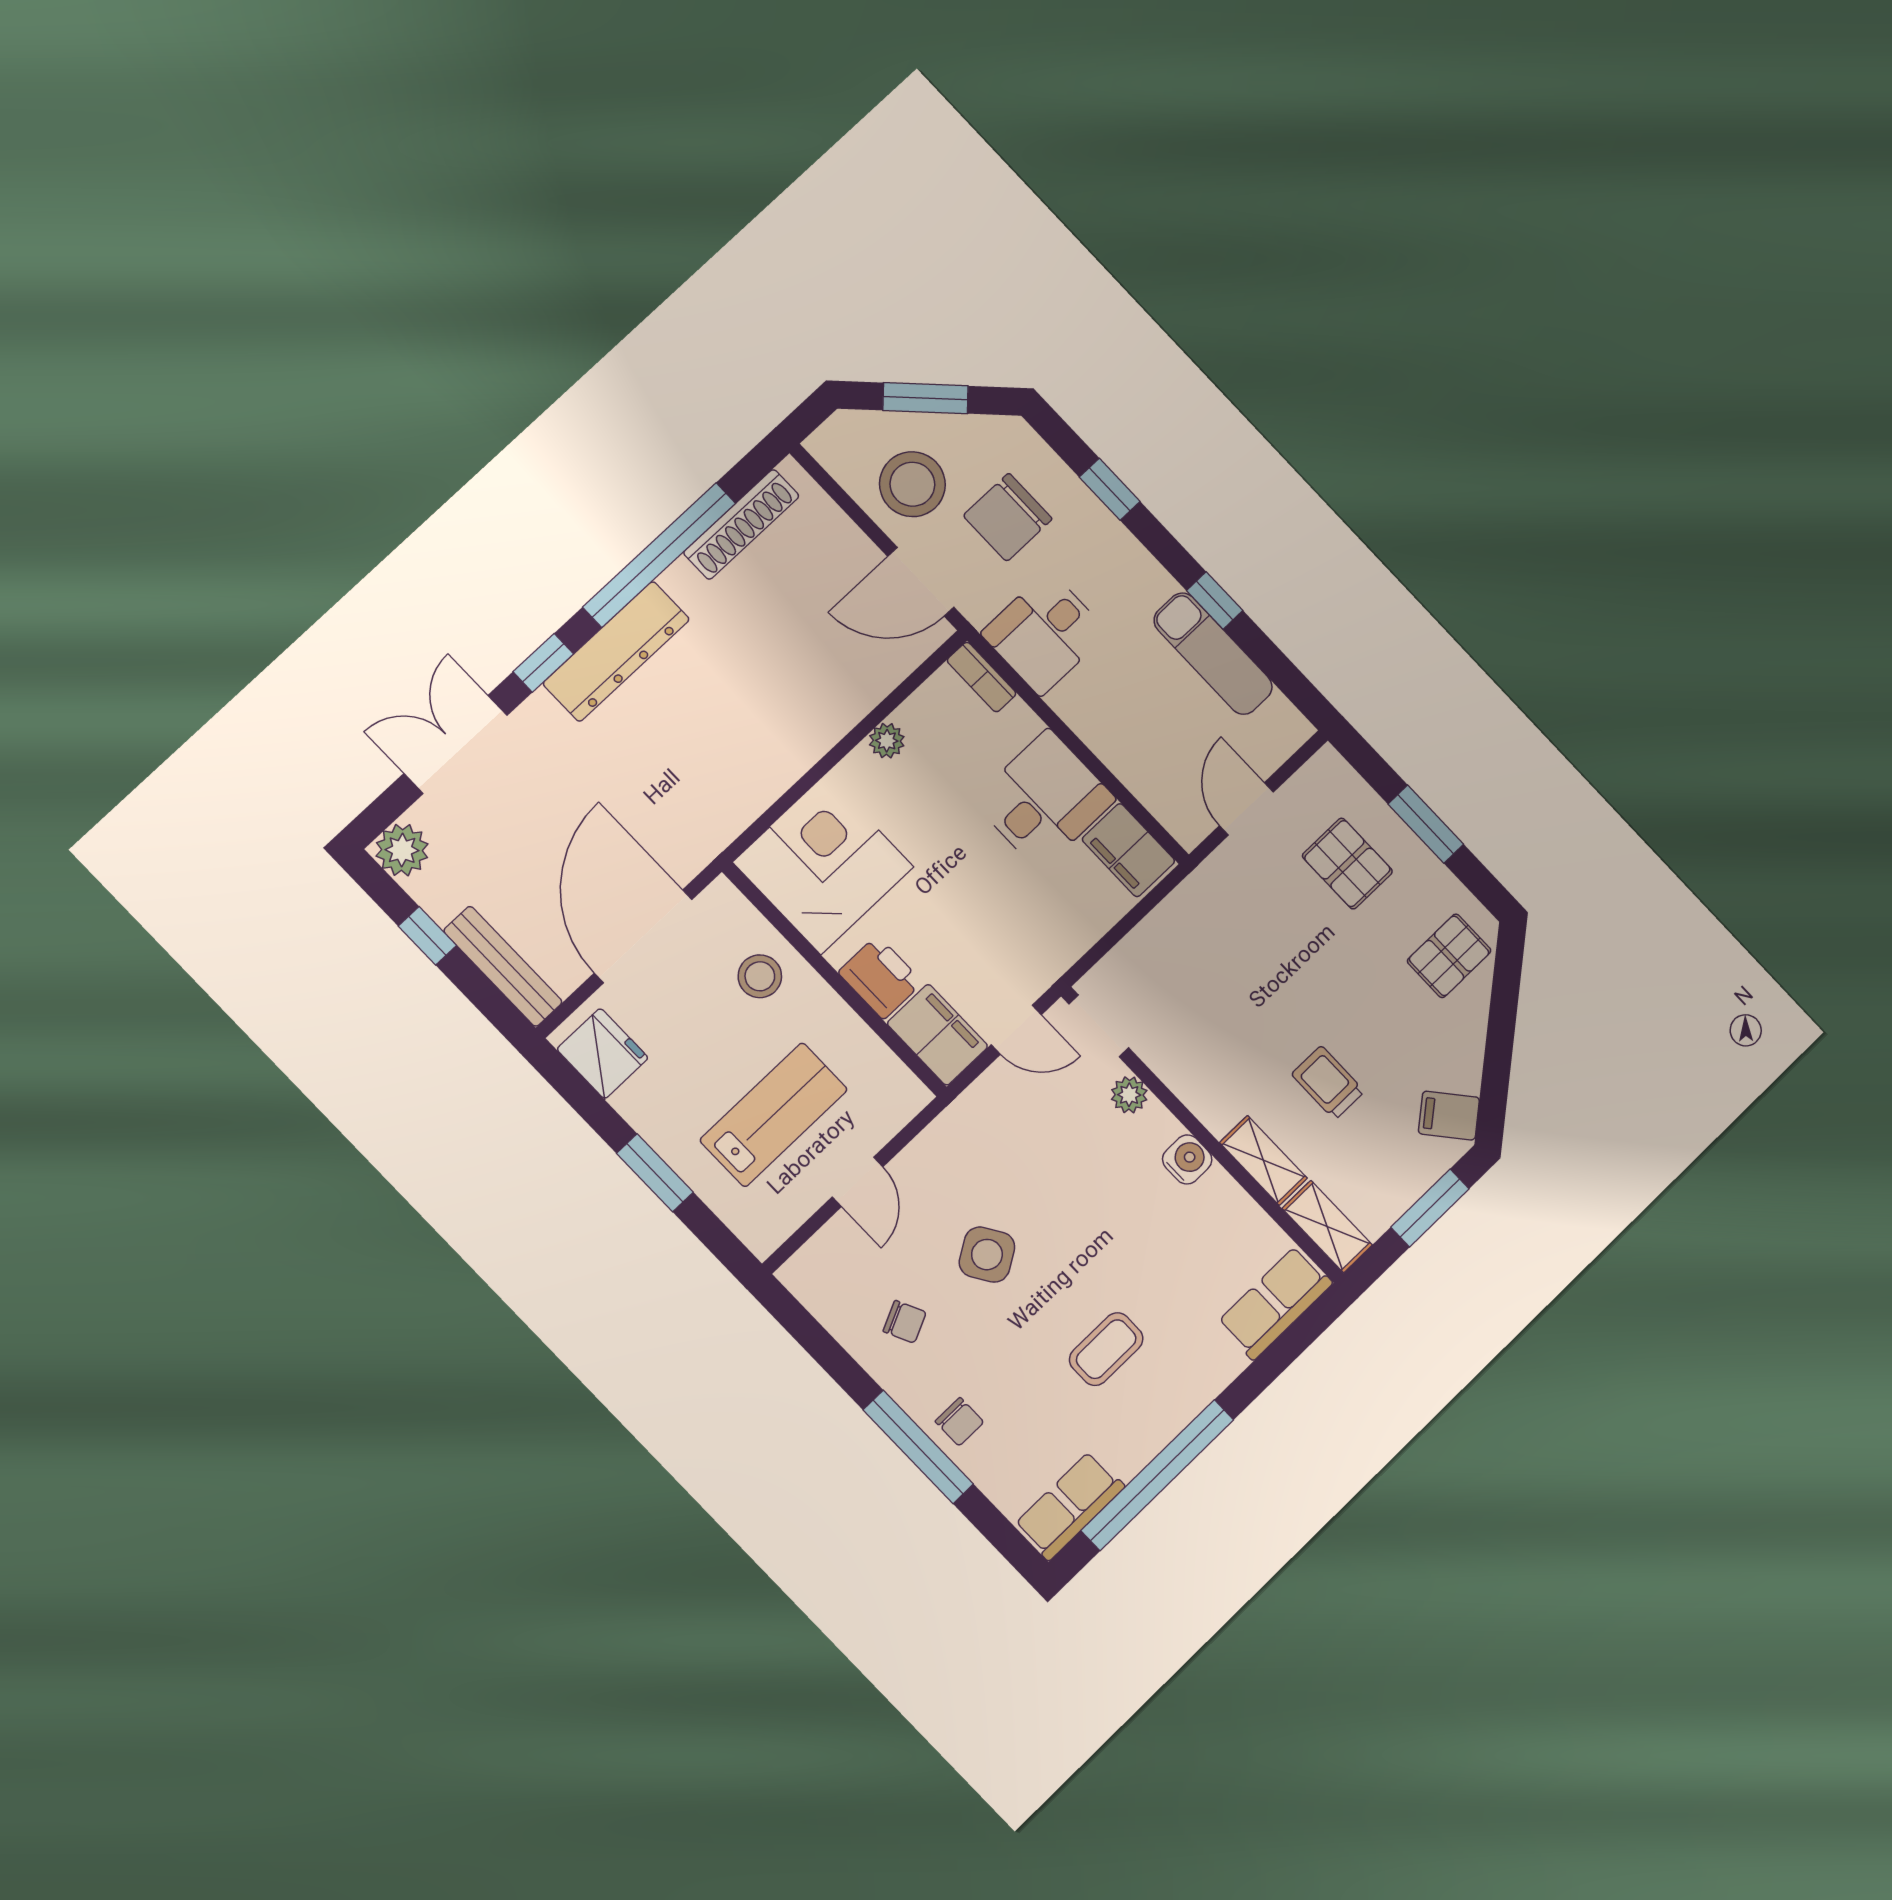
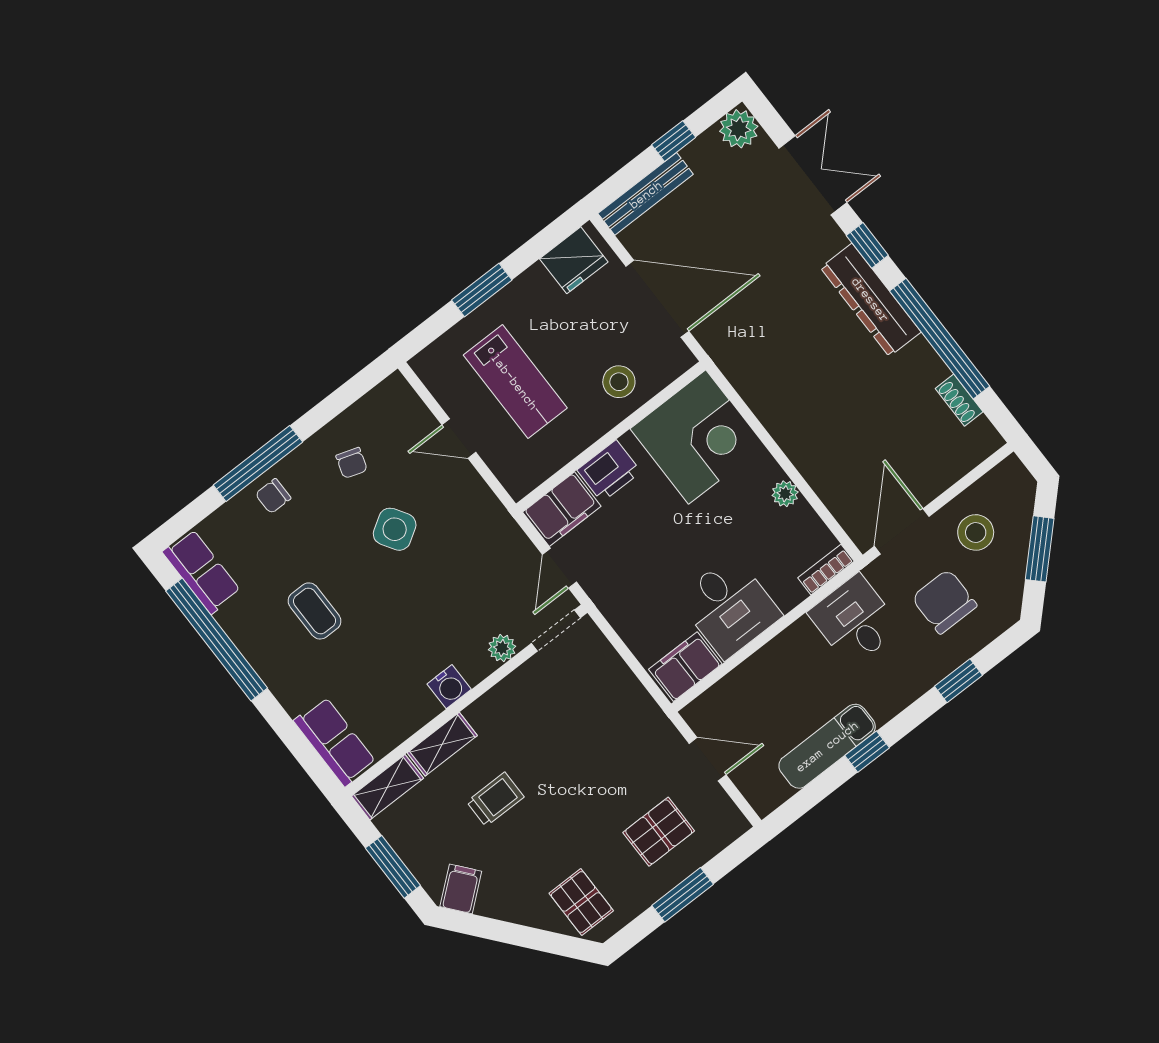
stool: (912, 484) -> (976, 532), width x0.73, depth x0.73
shoe rack: (741, 524) -> (959, 400), width x0.51, depth x0.81
chair: (905, 1322) -> (352, 463), turned -47

